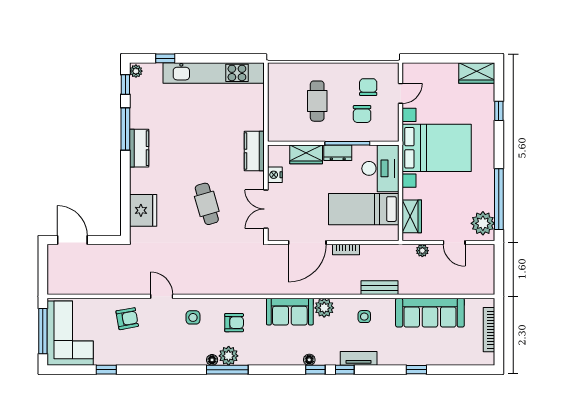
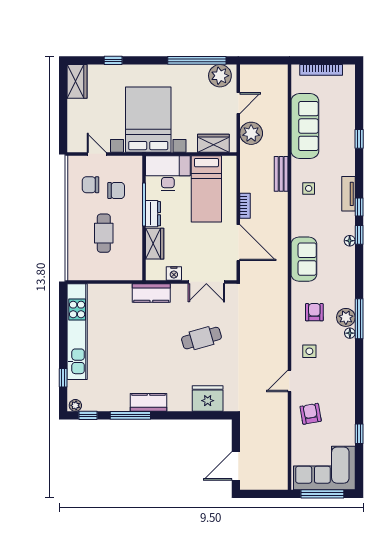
cafe table: (317, 101) -> (104, 233), turned 90
plant: (422, 251) -> (251, 133), width x1.88, depth x1.88
plant: (324, 308) -> (300, 227), removed

